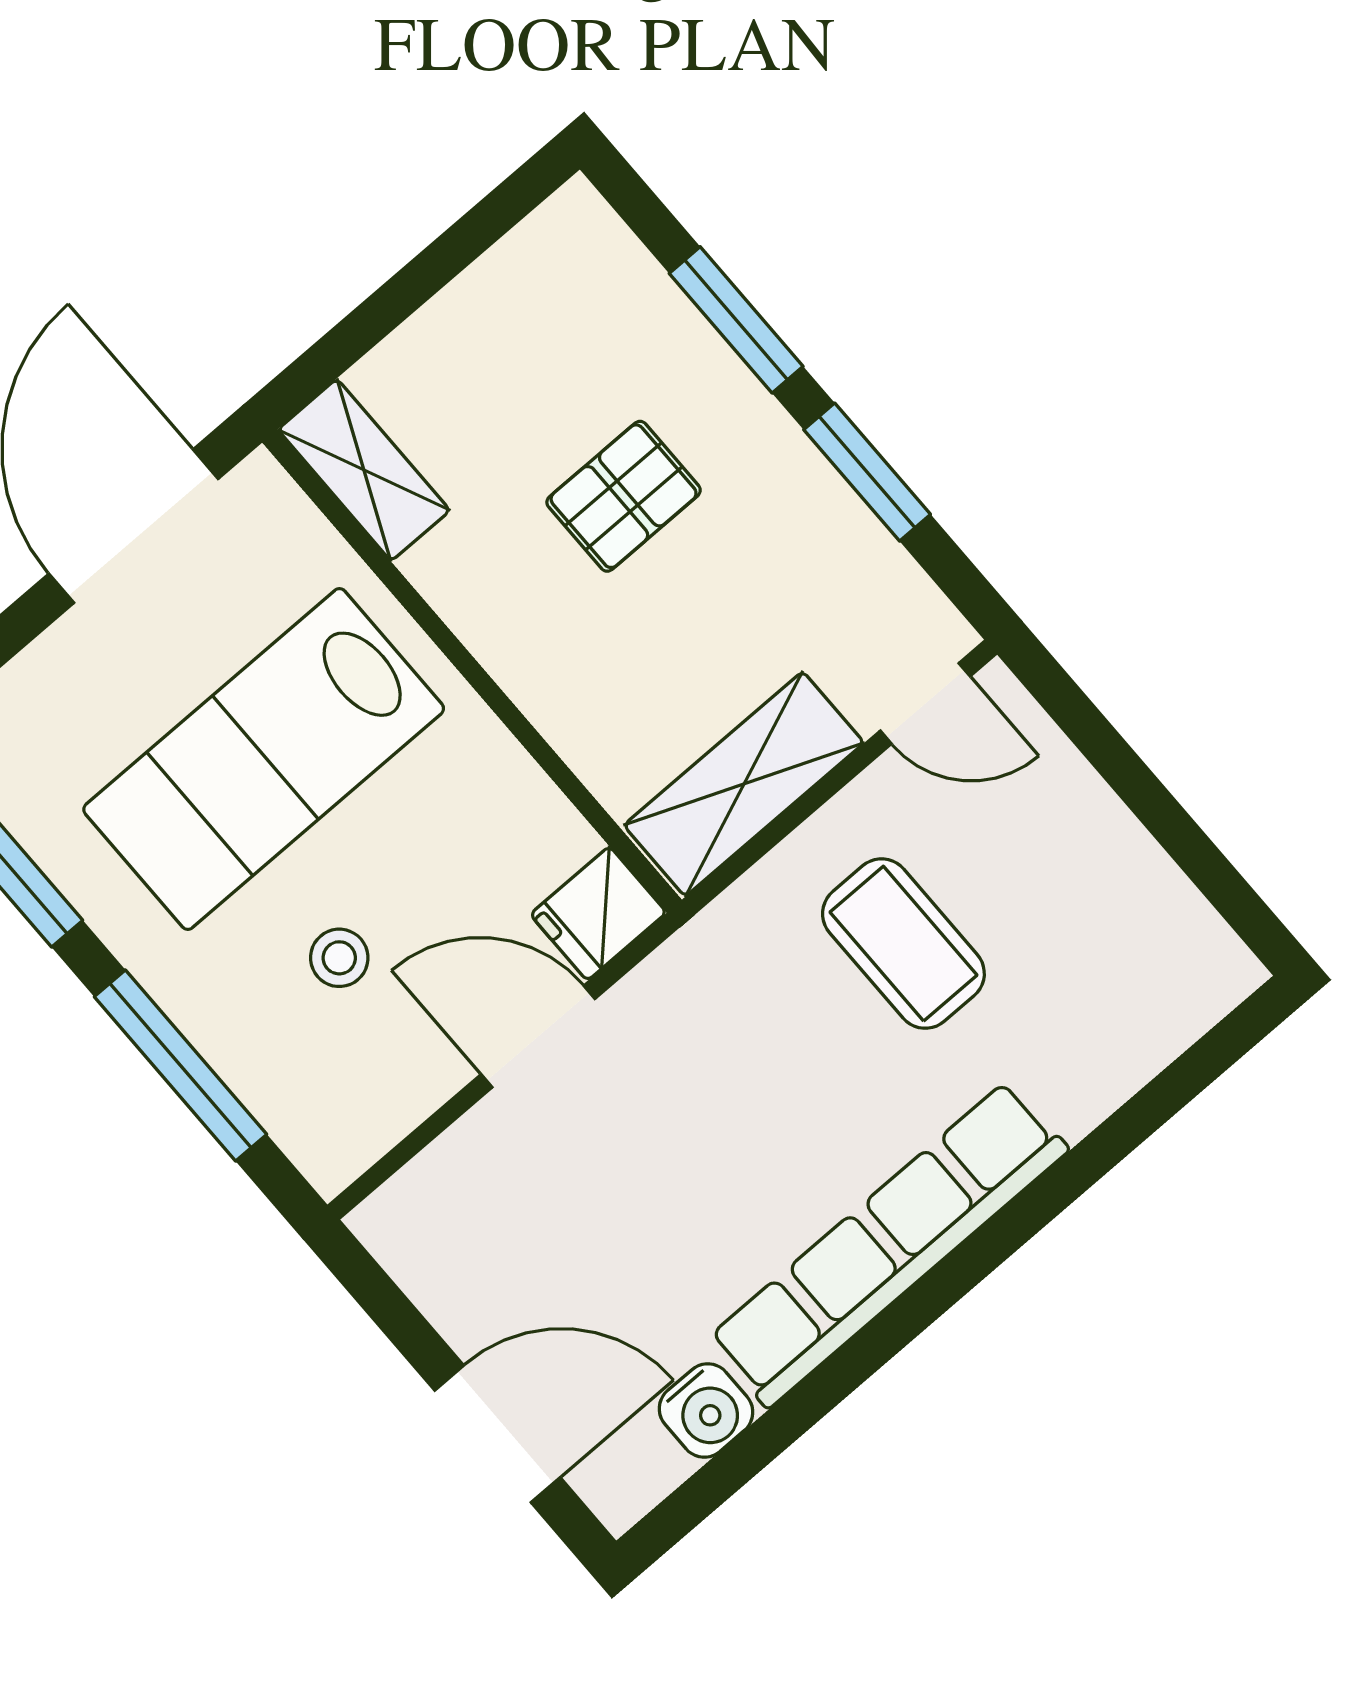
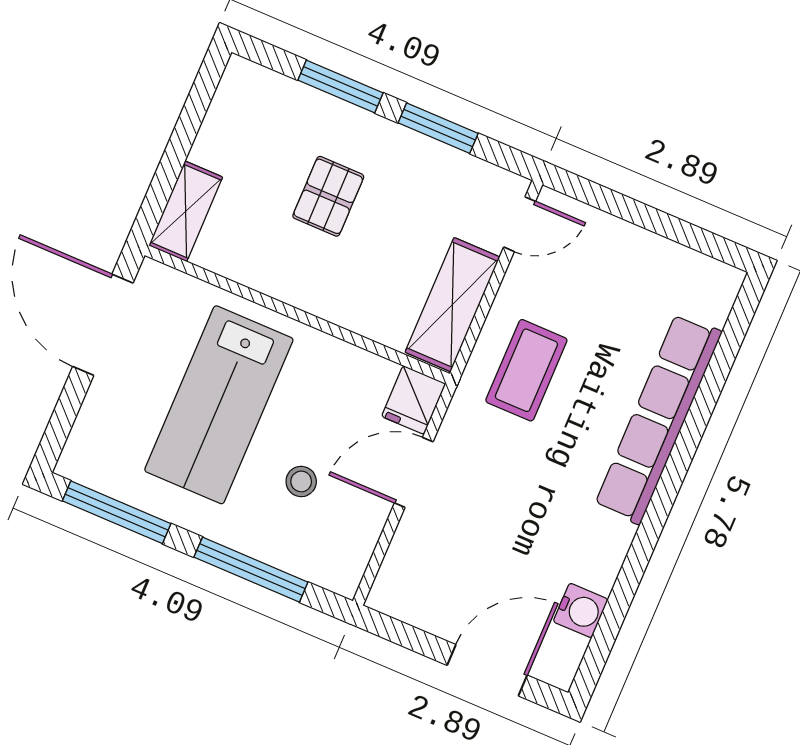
shelving: (364, 470) -> (186, 211), moved, turned 90
coffee table: (903, 944) -> (526, 370), moved, turned 90
row of seats: (888, 1244) -> (658, 419), moved

